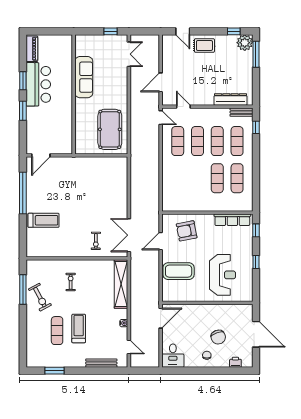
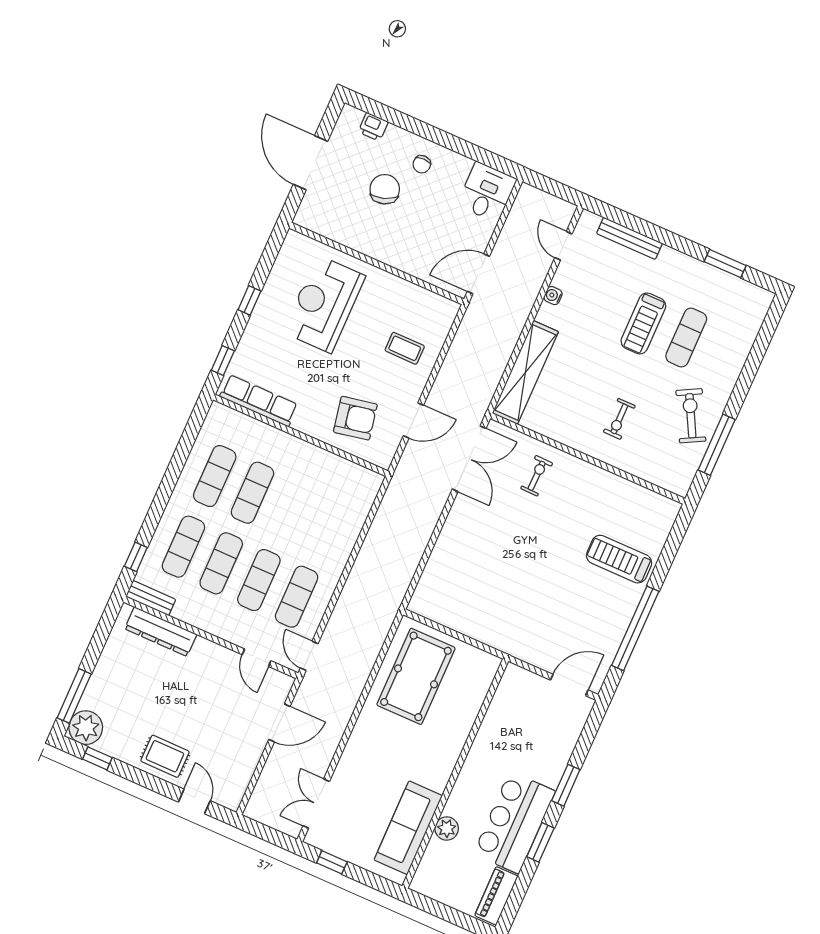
plant: (67, 69) -> (447, 829), added
sofa: (84, 77) -> (408, 828), moved
coffee table: (179, 271) -> (405, 348), width x0.54, depth x0.58

